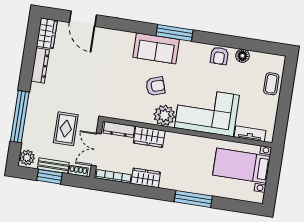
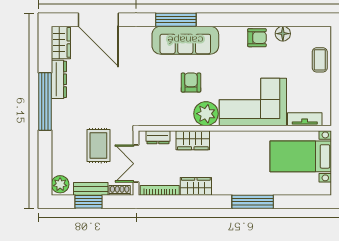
door: (83, 19) -> (98, 20), width x1.36
window: (174, 33) -> (176, 20), moved
sofa: (156, 48) -> (185, 40), width x1.36
armchair: (219, 56) -> (257, 38), turned -90
armchair: (155, 86) -> (191, 83), turned -72
window: (20, 117) -> (45, 102), moved
dresser: (119, 130) -> (158, 137), width x0.70

